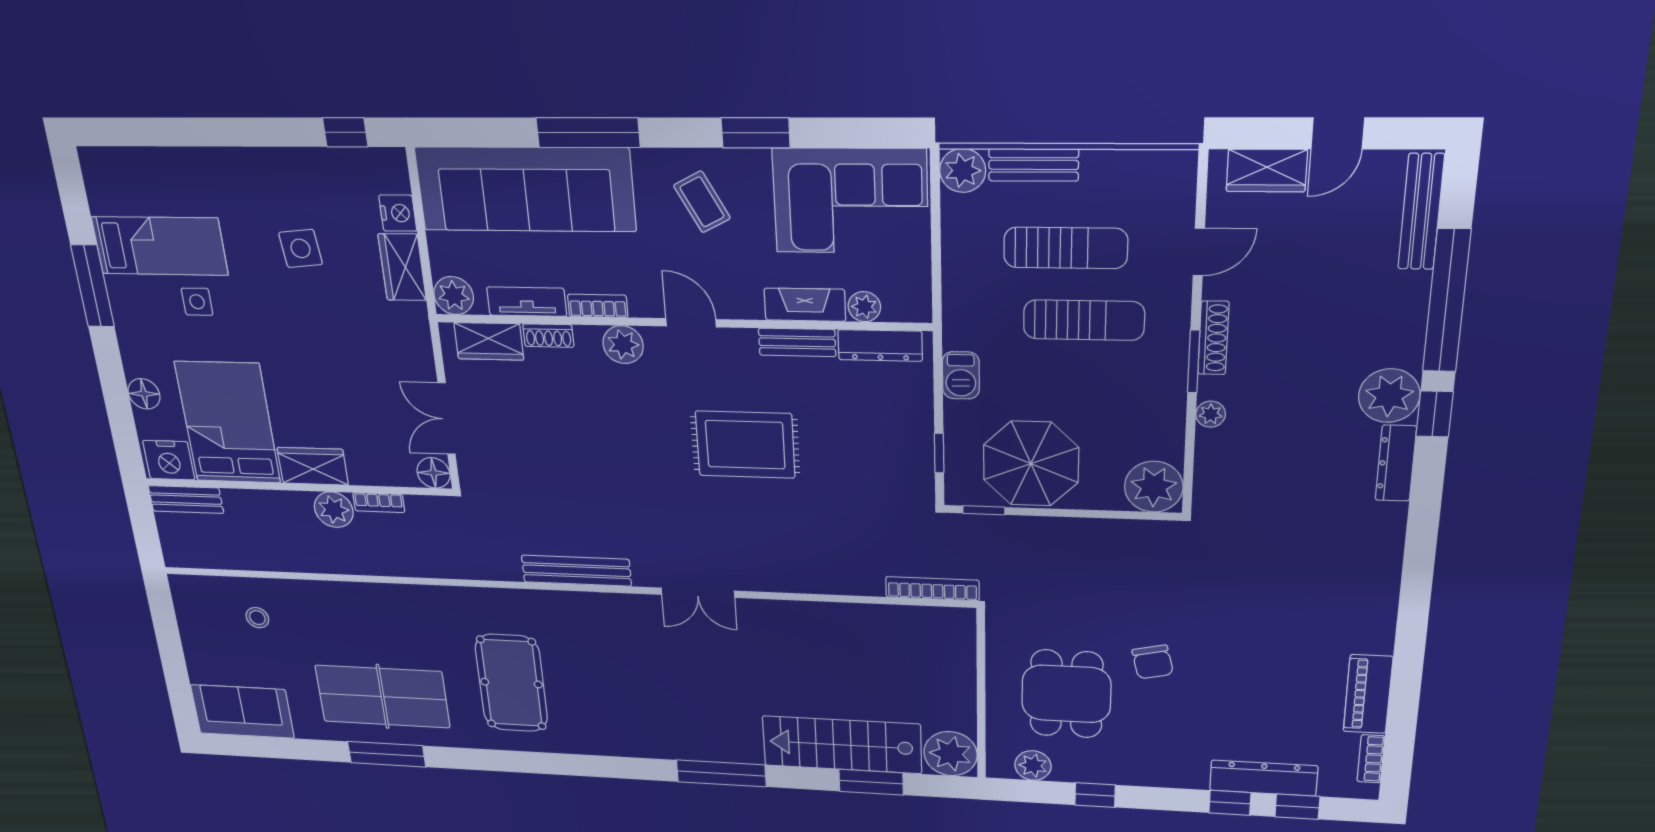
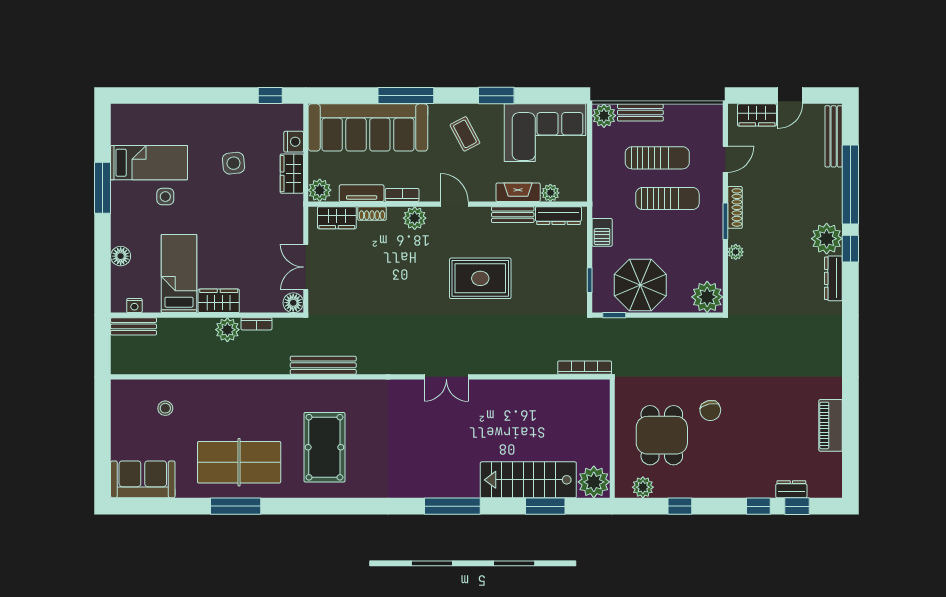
bed: (228, 423) -> (179, 274), width x0.67
nightstand: (169, 460) -> (134, 306), width x0.53, depth x0.56
bench: (576, 571) -> (323, 365), moved
bookcase: (1371, 759) -> (836, 469), removed
dresser: (1263, 778) -> (791, 489), width x0.51, depth x0.80

